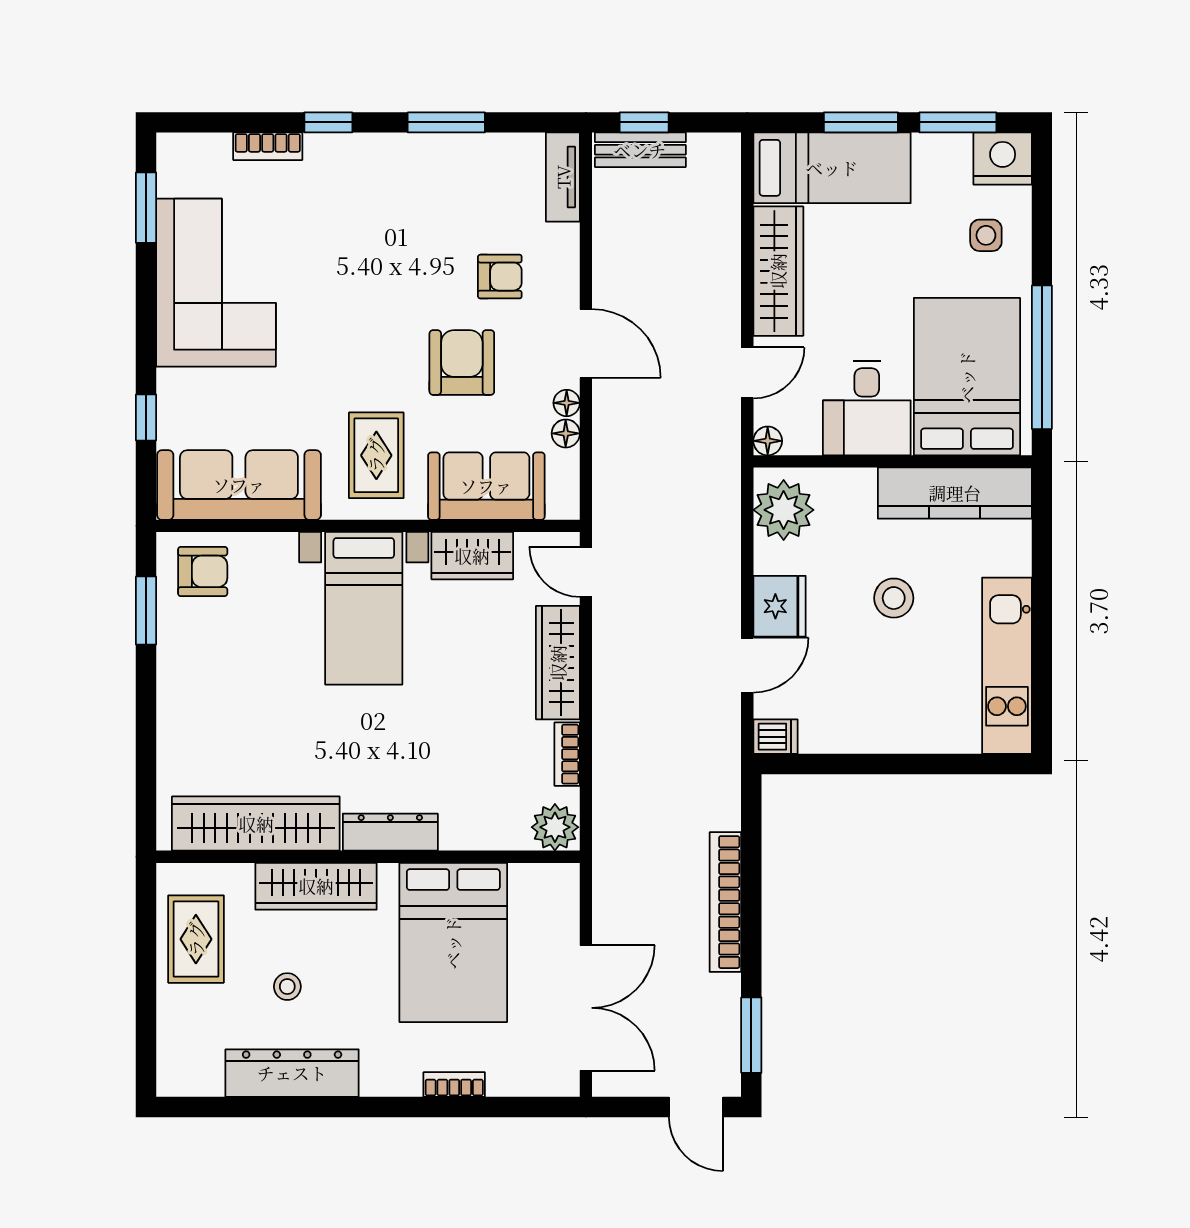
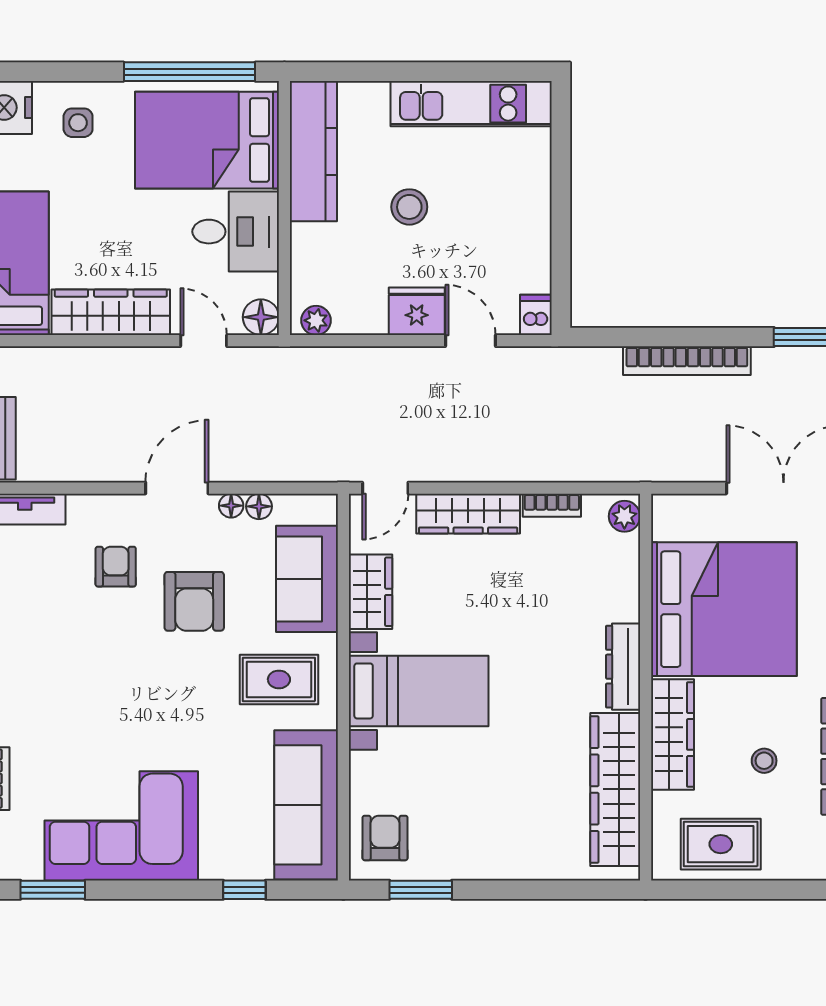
armchair: (462, 363) -> (194, 601), turned -90
floor lamp: (768, 441) -> (261, 317), width x1.37, depth x1.37
plant: (784, 510) -> (316, 320), width x0.53, depth x0.53
plant: (555, 827) -> (624, 516), width x0.73, depth x0.73
bed: (453, 943) -> (724, 609), width x1.36

